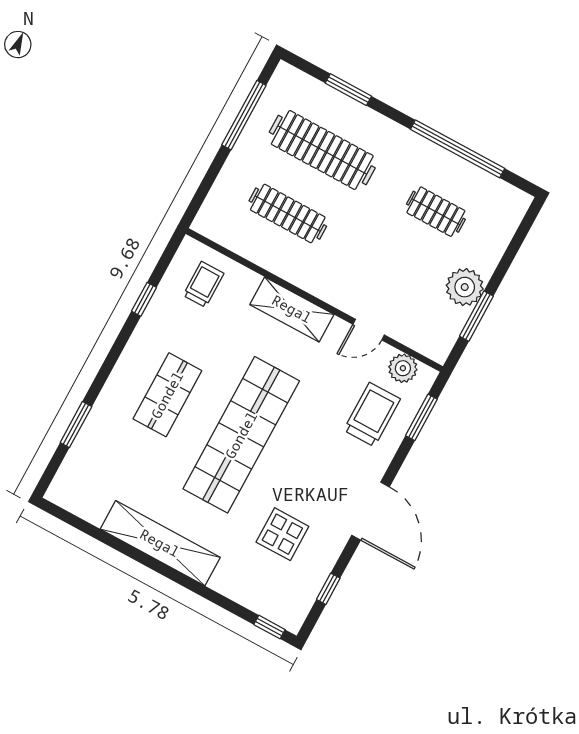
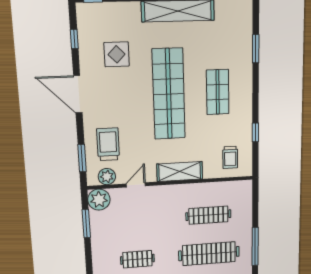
plant: (465, 287) -> (99, 200), moved
trolley: (372, 415) -> (108, 144), turned 180

